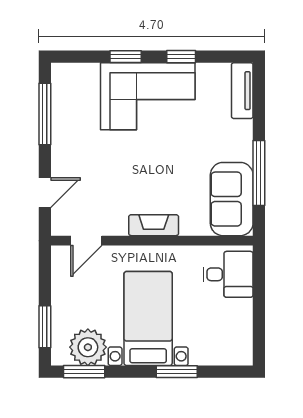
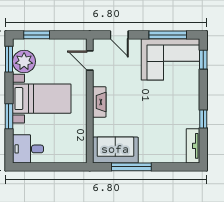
window: (126, 57) -> (203, 60), moved
tv unit: (242, 91) -> (193, 146), moved, turned -90
corner sofa: (148, 96) -> (170, 59), moved, turned -90
desk: (228, 274) -> (28, 149), moved, turned 90

